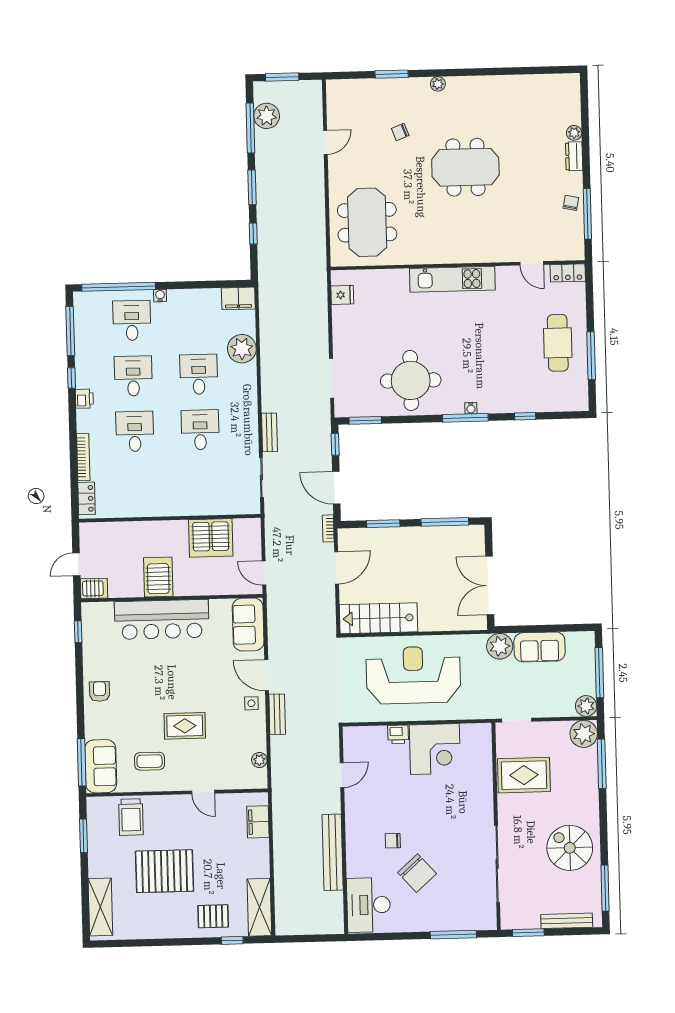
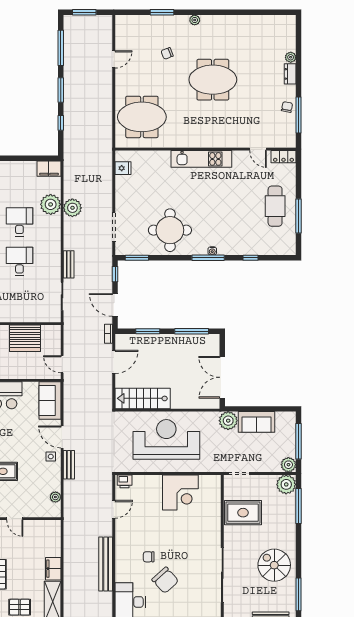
plant: (267, 116) -> (72, 208), moved
meeting table: (367, 222) -> (142, 117), turned 90
printer: (398, 734) -> (125, 481), moved
filing cabinet: (258, 822) -> (53, 569), moved

